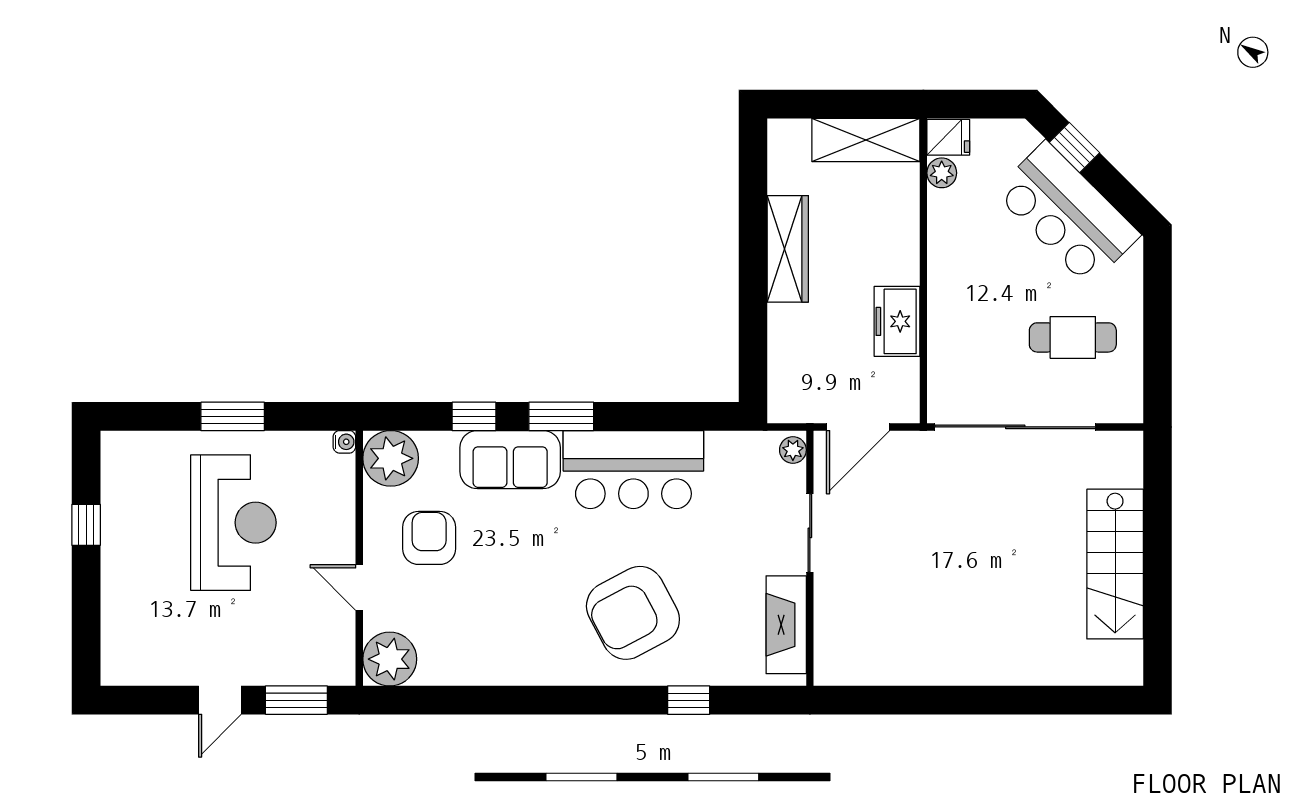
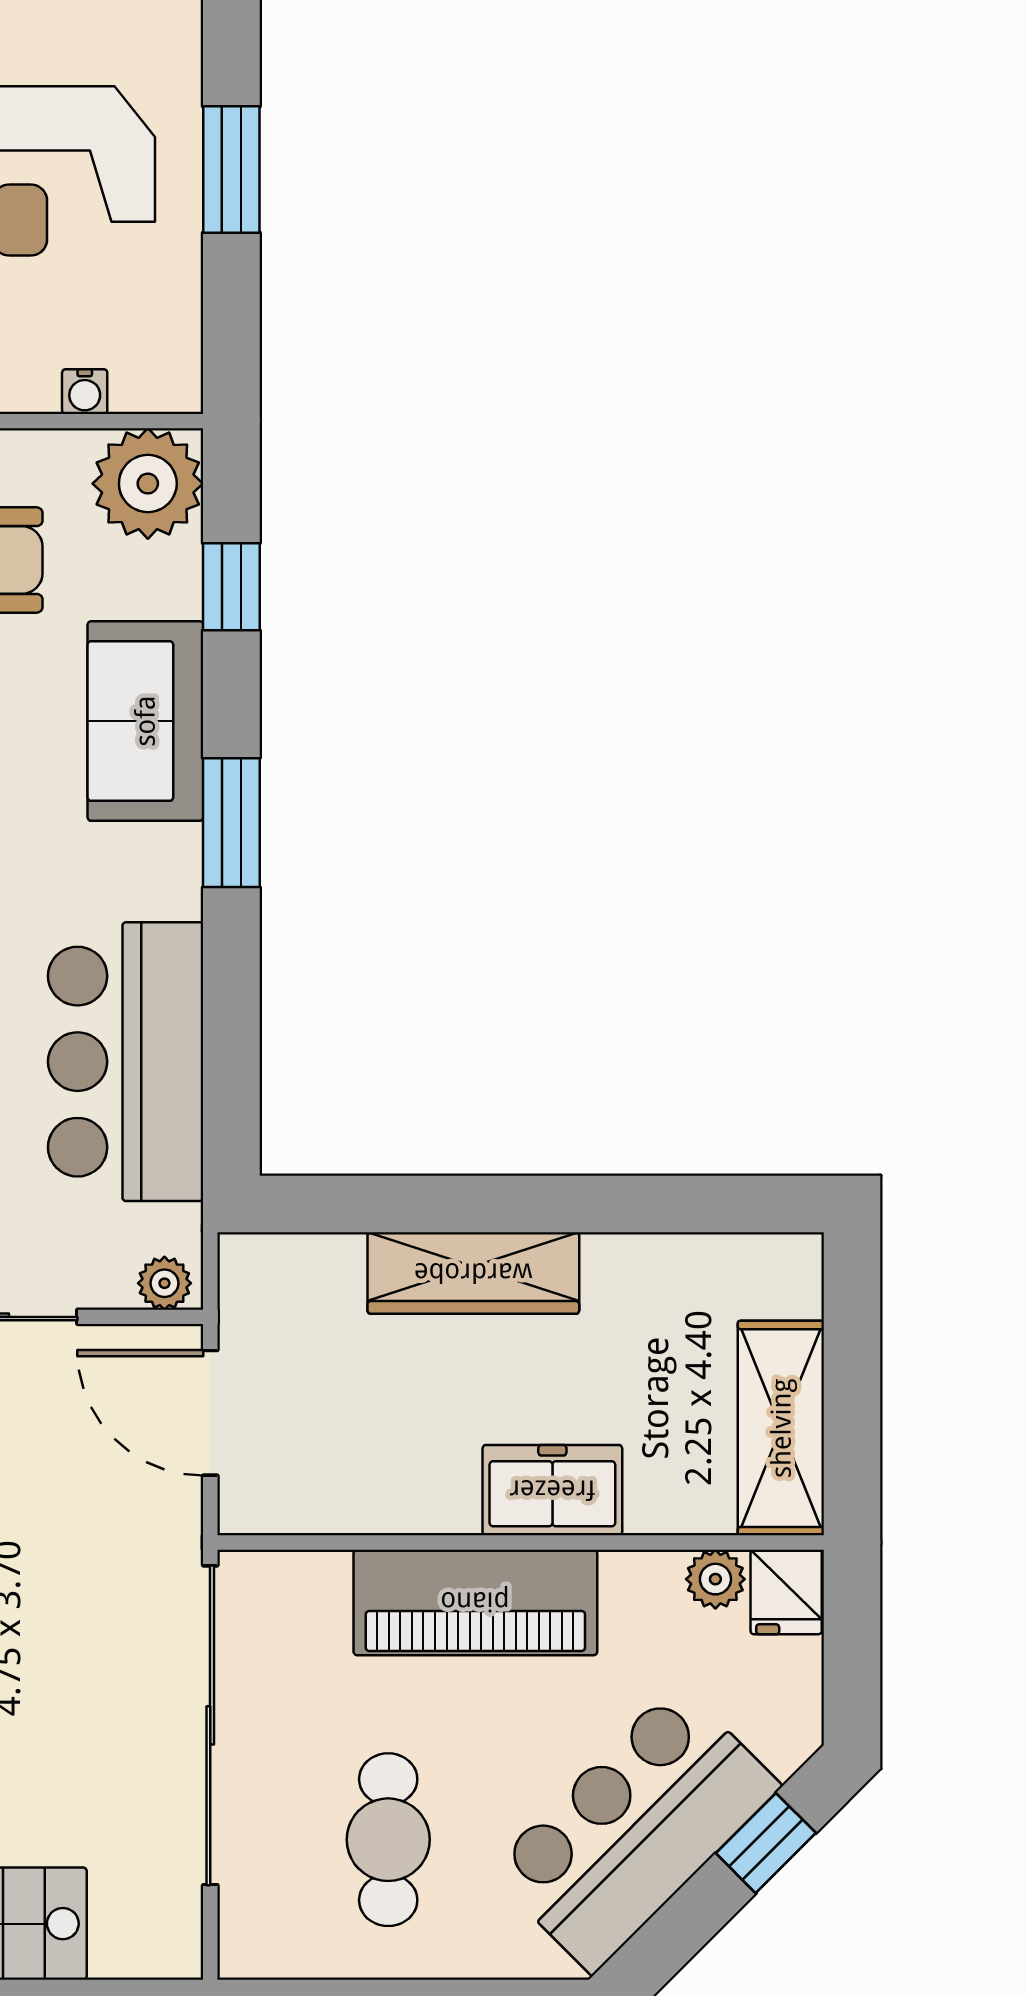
wardrobe: (788, 249) -> (473, 1273), moved
piano: (953, 294) -> (475, 1602), added
freezer: (897, 321) -> (552, 1490), moved
window: (474, 416) -> (231, 587), moved
water cooler: (344, 442) -> (85, 392), moved
bar counter: (633, 470) -> (126, 1062), moved

